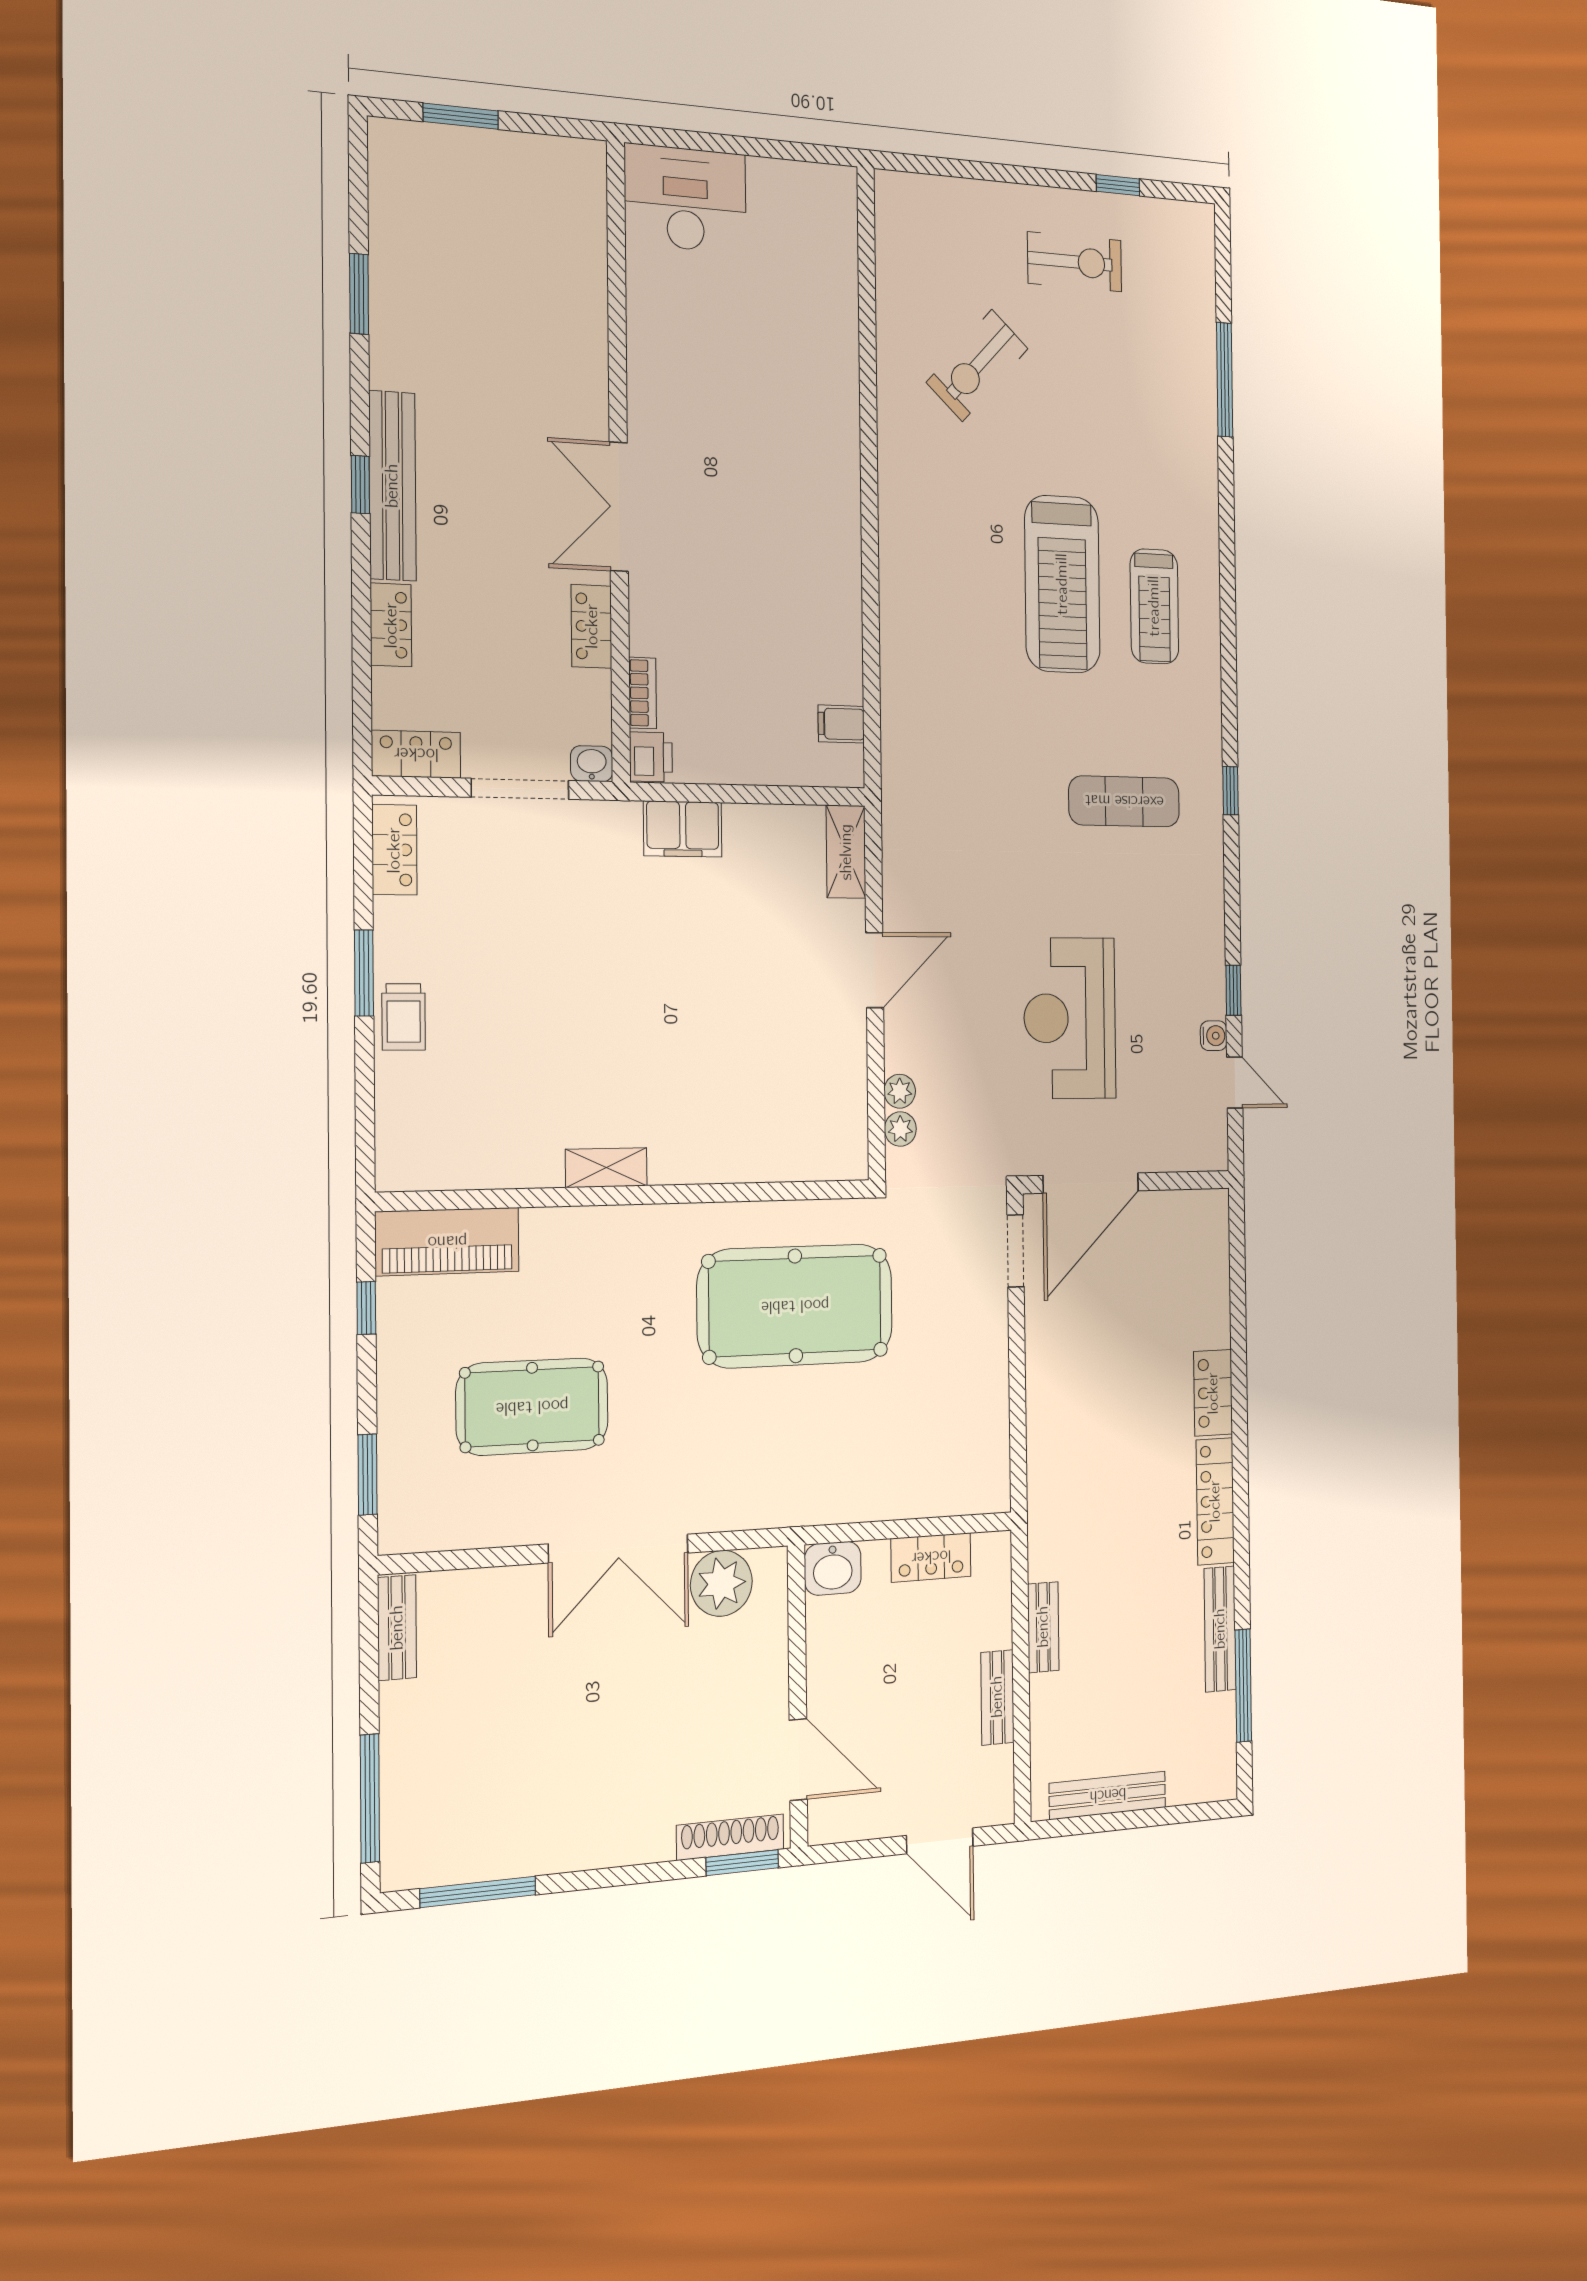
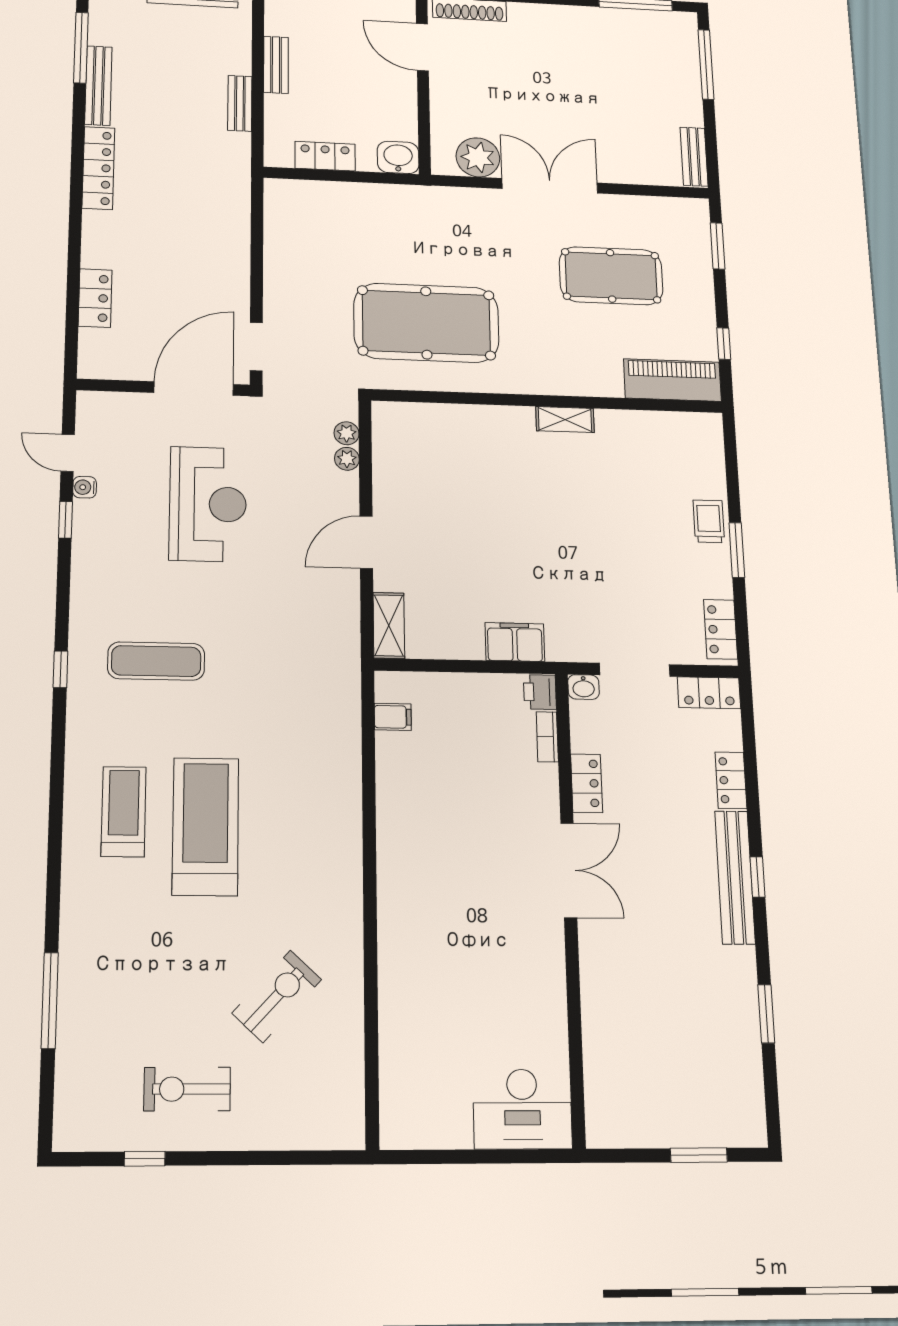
locker: (1213, 1393) -> (95, 298), moved

